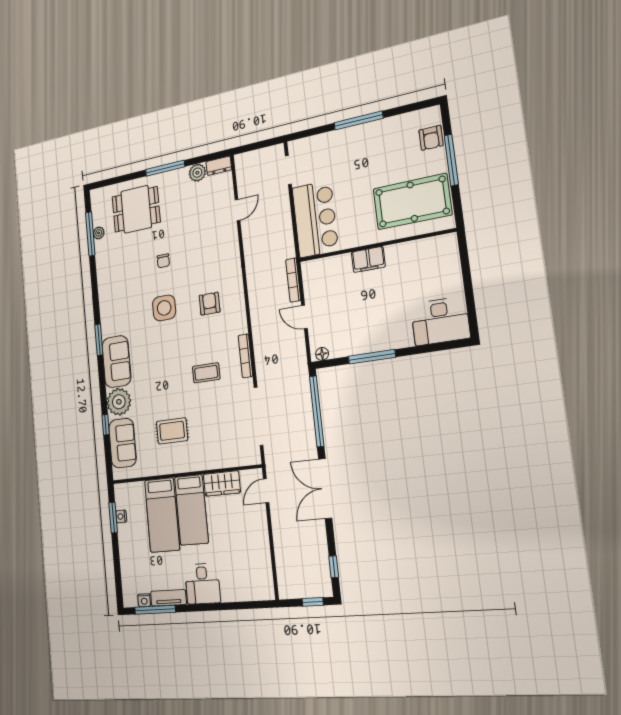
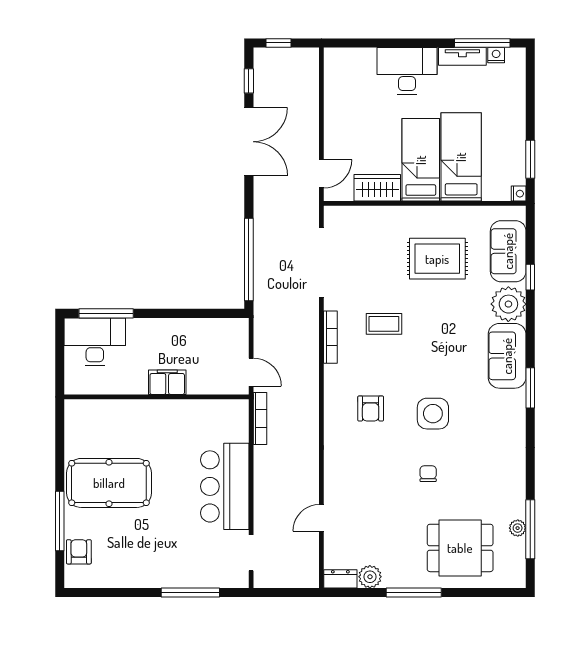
window: (358, 121) -> (190, 593), moved
wall: (376, 245) -> (157, 397), moved
filing cabinet: (368, 259) -> (167, 382), moved
floor lamp: (322, 354) -> (235, 325), removed
window: (372, 357) -> (106, 313), moved
rug: (172, 431) -> (437, 259), width x1.36, depth x1.43
double door: (325, 489) -> (249, 142), moved
nightstand: (121, 516) -> (519, 194), moved
desk: (202, 584) -> (407, 71), width x1.37

